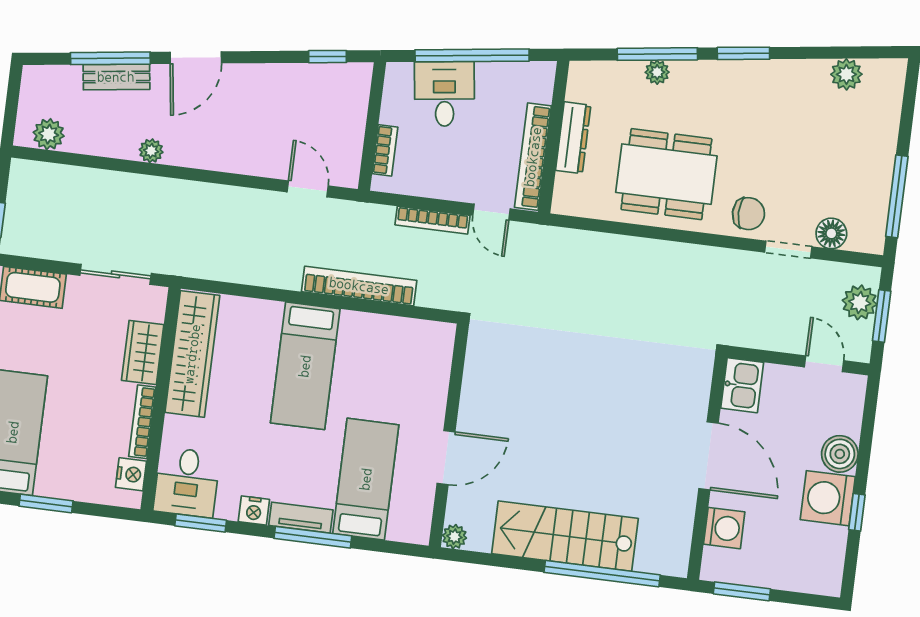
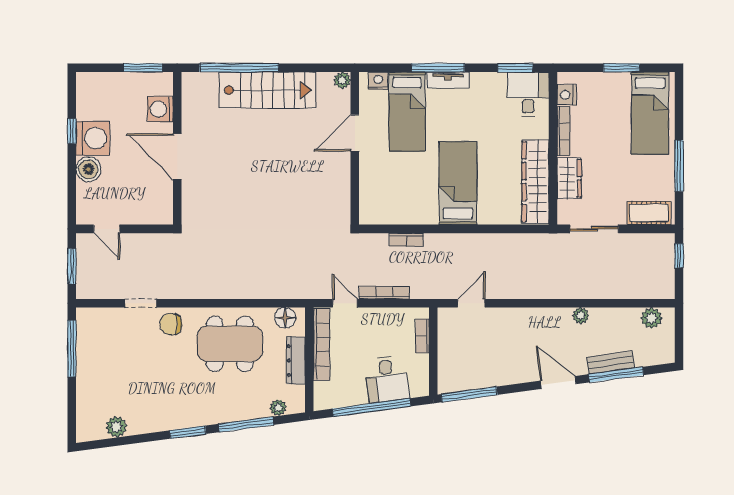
window: (328, 57) -> (469, 394), width x2.17
door: (196, 58) -> (558, 382), hinge flipped
plant: (657, 72) -> (278, 408), moved
door: (308, 189) -> (471, 303), swing flipped
floor lamp: (831, 233) -> (285, 318), moved
bookcase: (359, 286) -> (406, 240), width x0.43, depth x0.76
plant: (860, 302) -> (88, 274), removed
kitchen sink: (742, 385) -> (160, 207), removed
nightstand: (254, 511) -> (378, 81), moved

